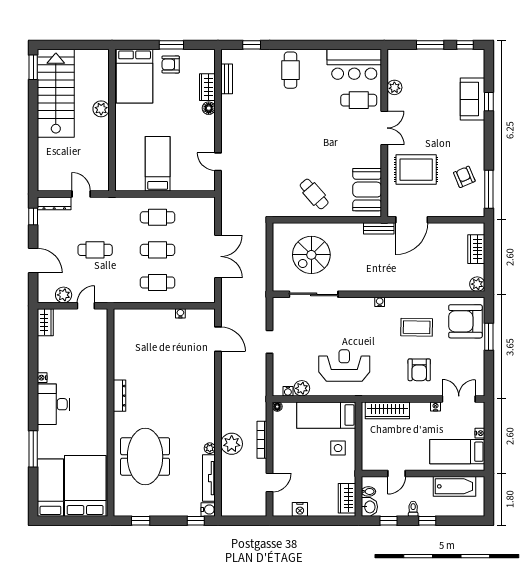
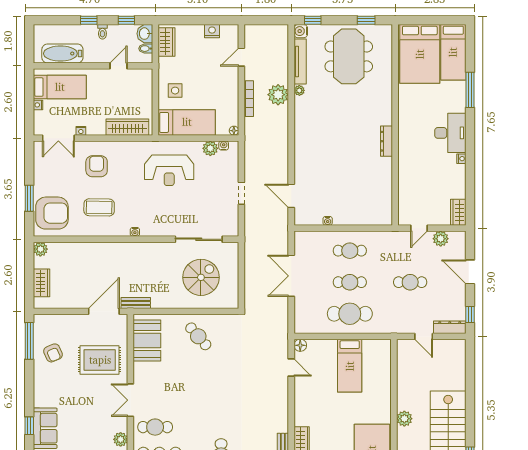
floor lamp: (209, 108) -> (300, 345), moved
cafe table: (158, 217) -> (350, 314), width x1.37, depth x1.35
meeting table: (145, 456) -> (349, 56), moved

